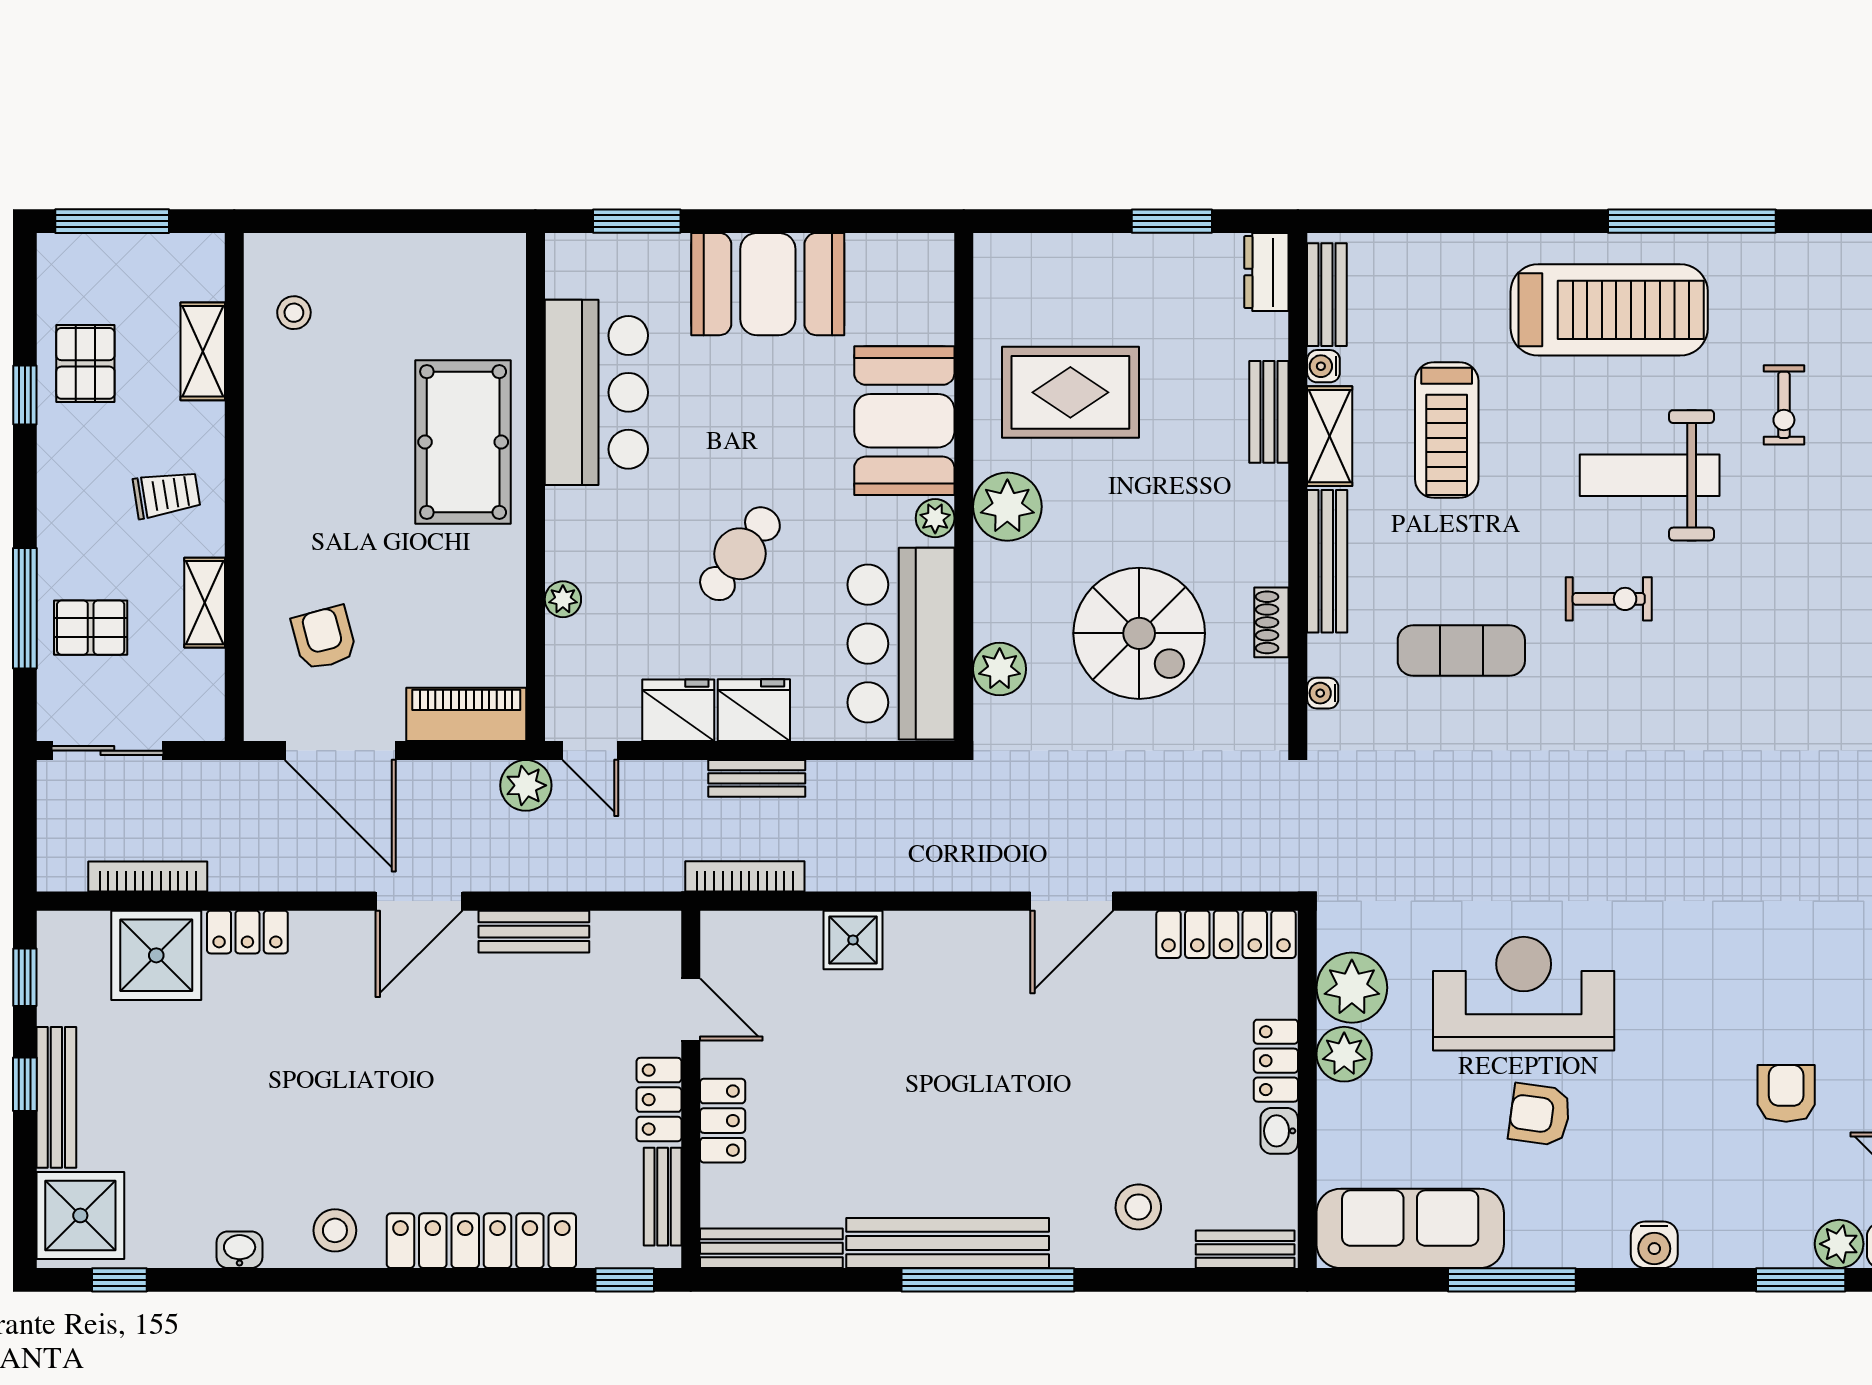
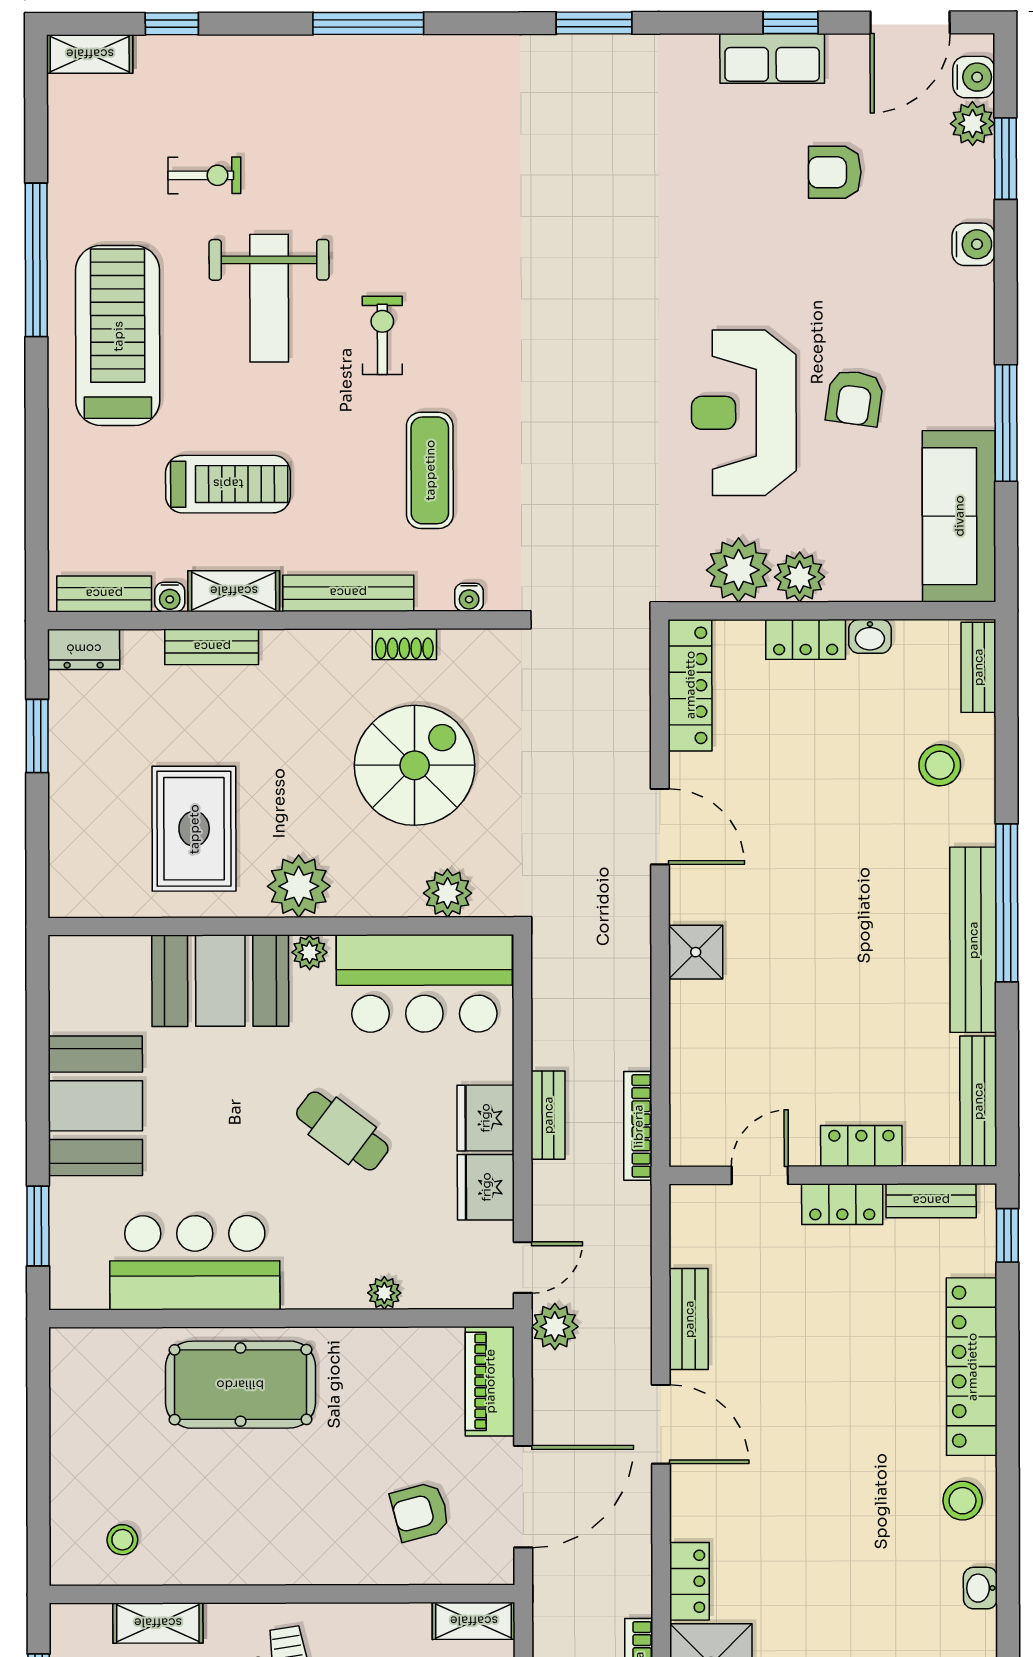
shelving: (205, 603) -> (474, 1621), moved
shower: (853, 940) -> (696, 952), moved
water cooler: (1654, 1245) -> (974, 244), moved

